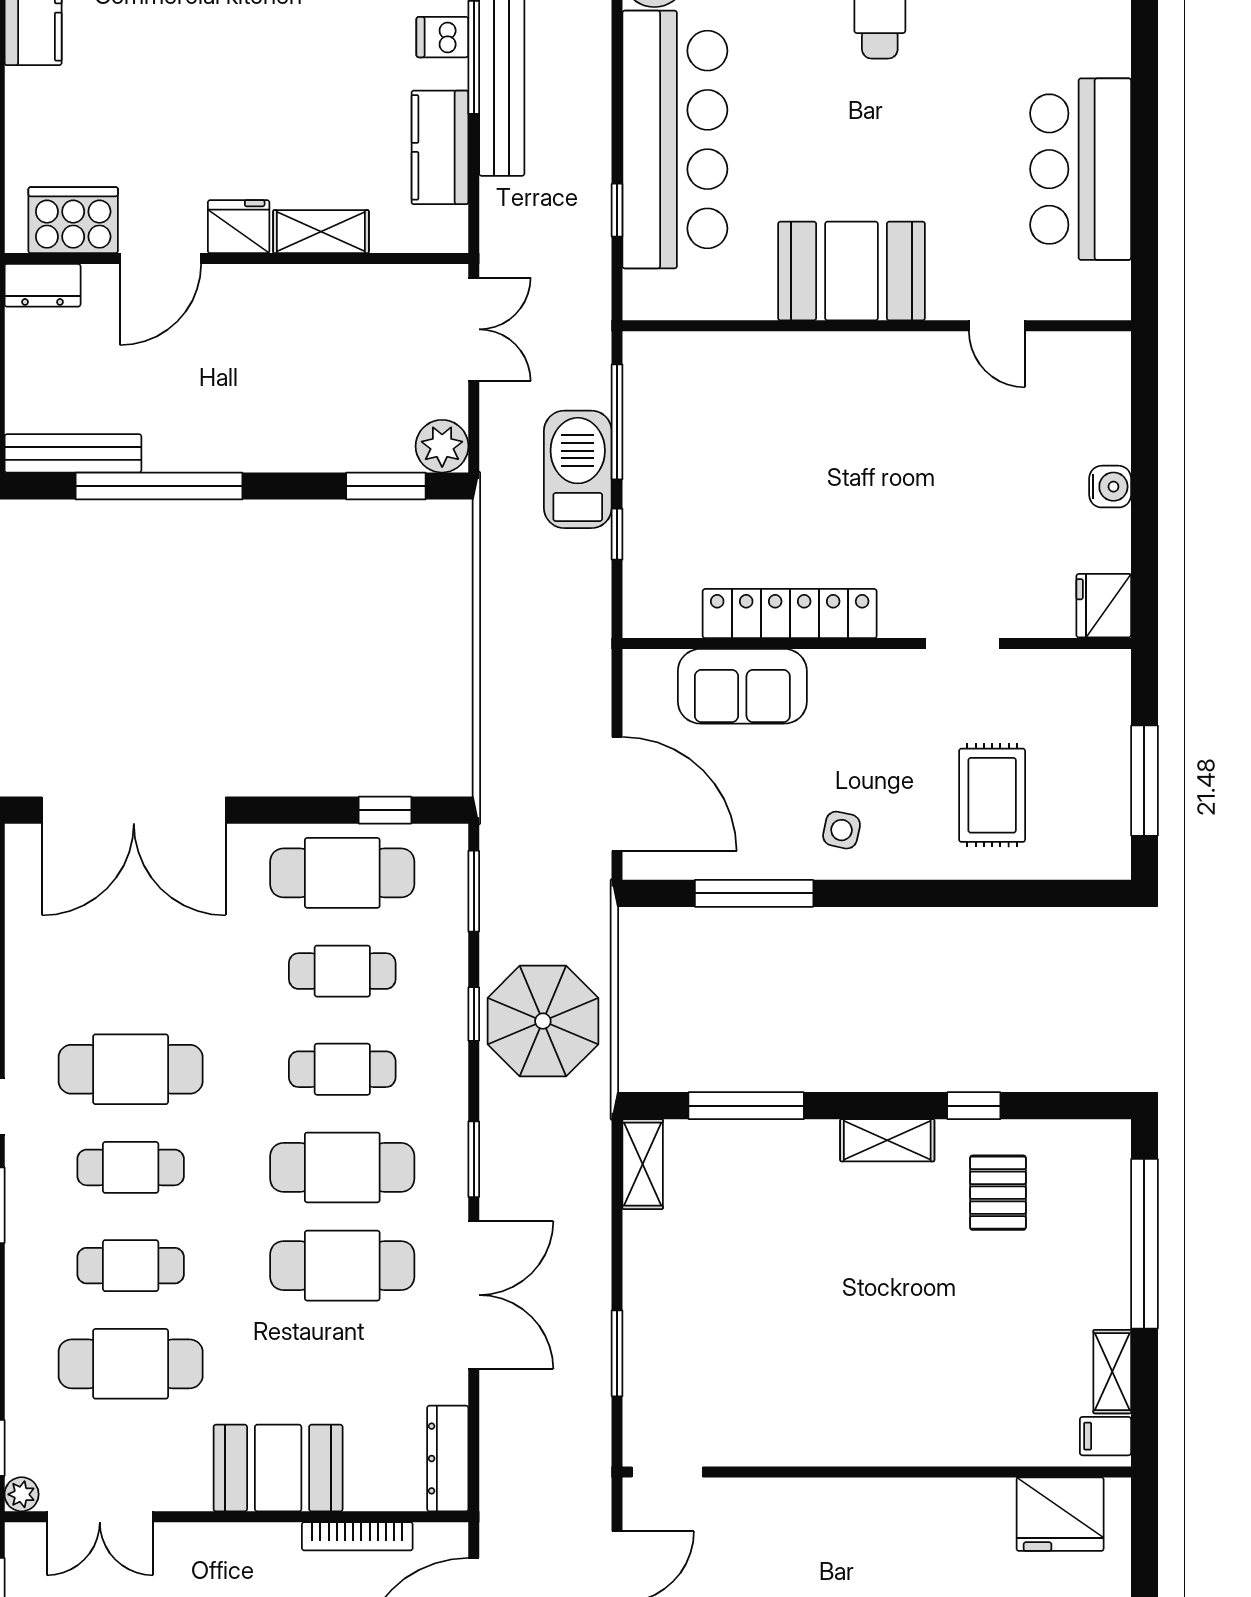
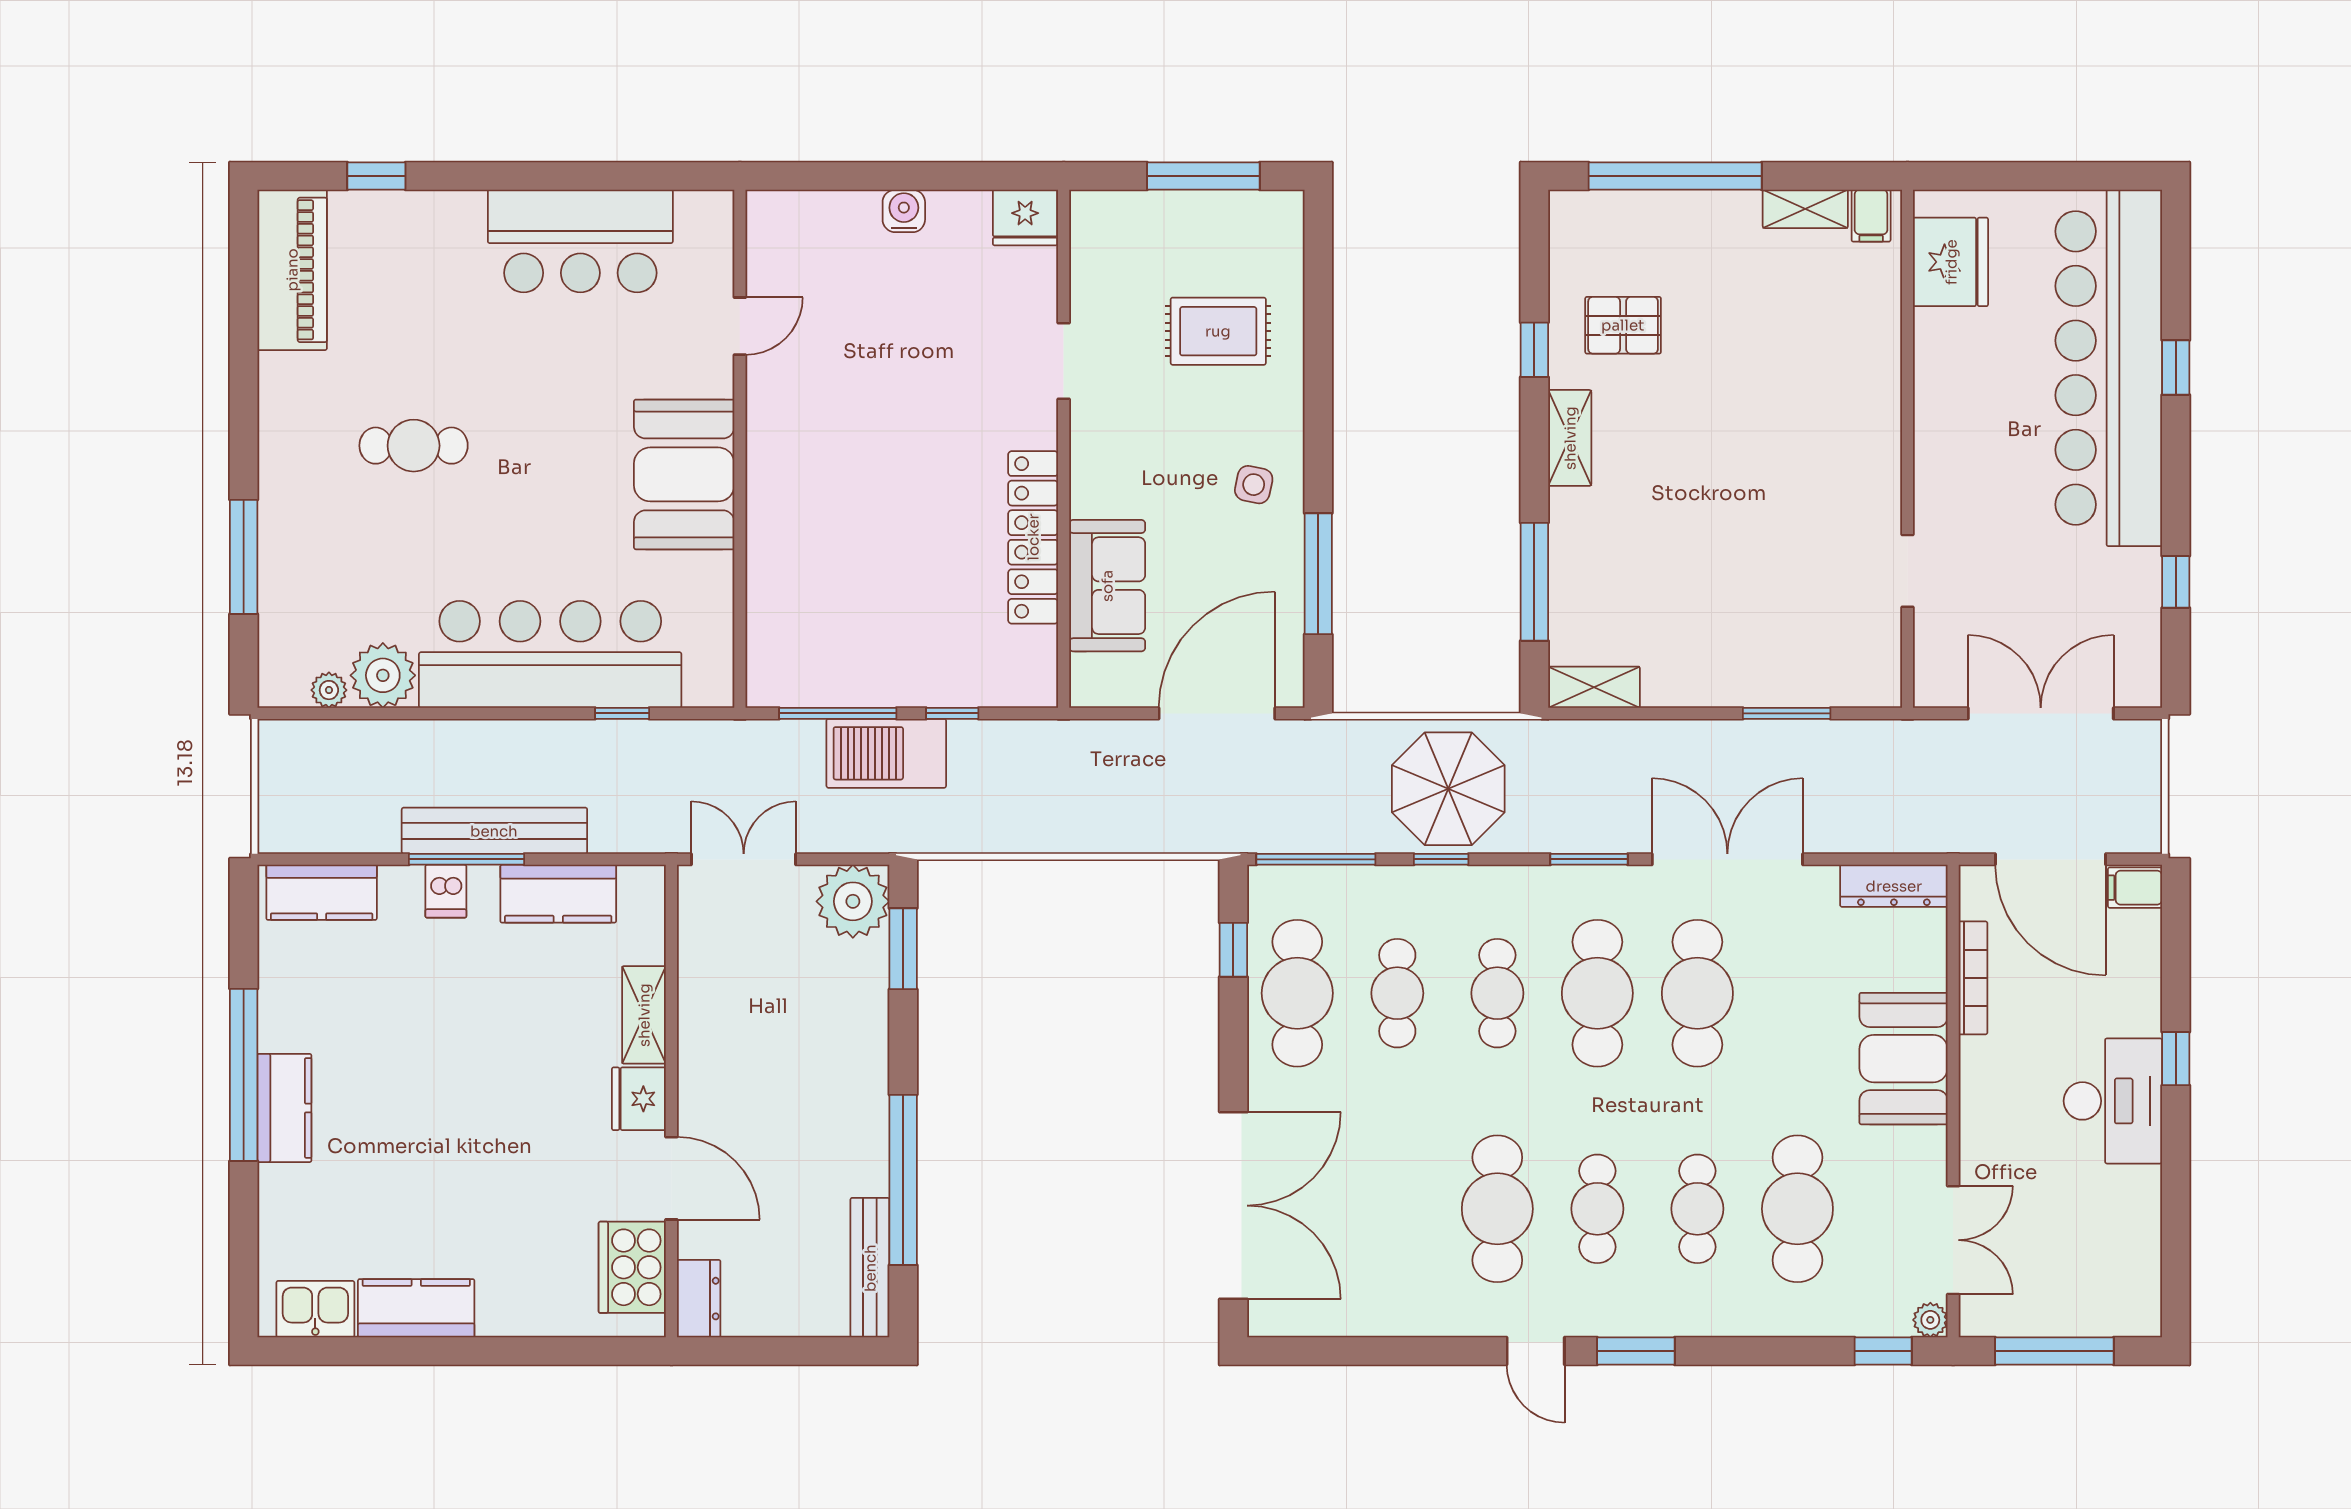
plant: (442, 446) -> (853, 901), width x1.36, depth x1.36
window: (474, 891) -> (1316, 859), width x1.44
doorway: (667, 1472) -> (1908, 571), moved

